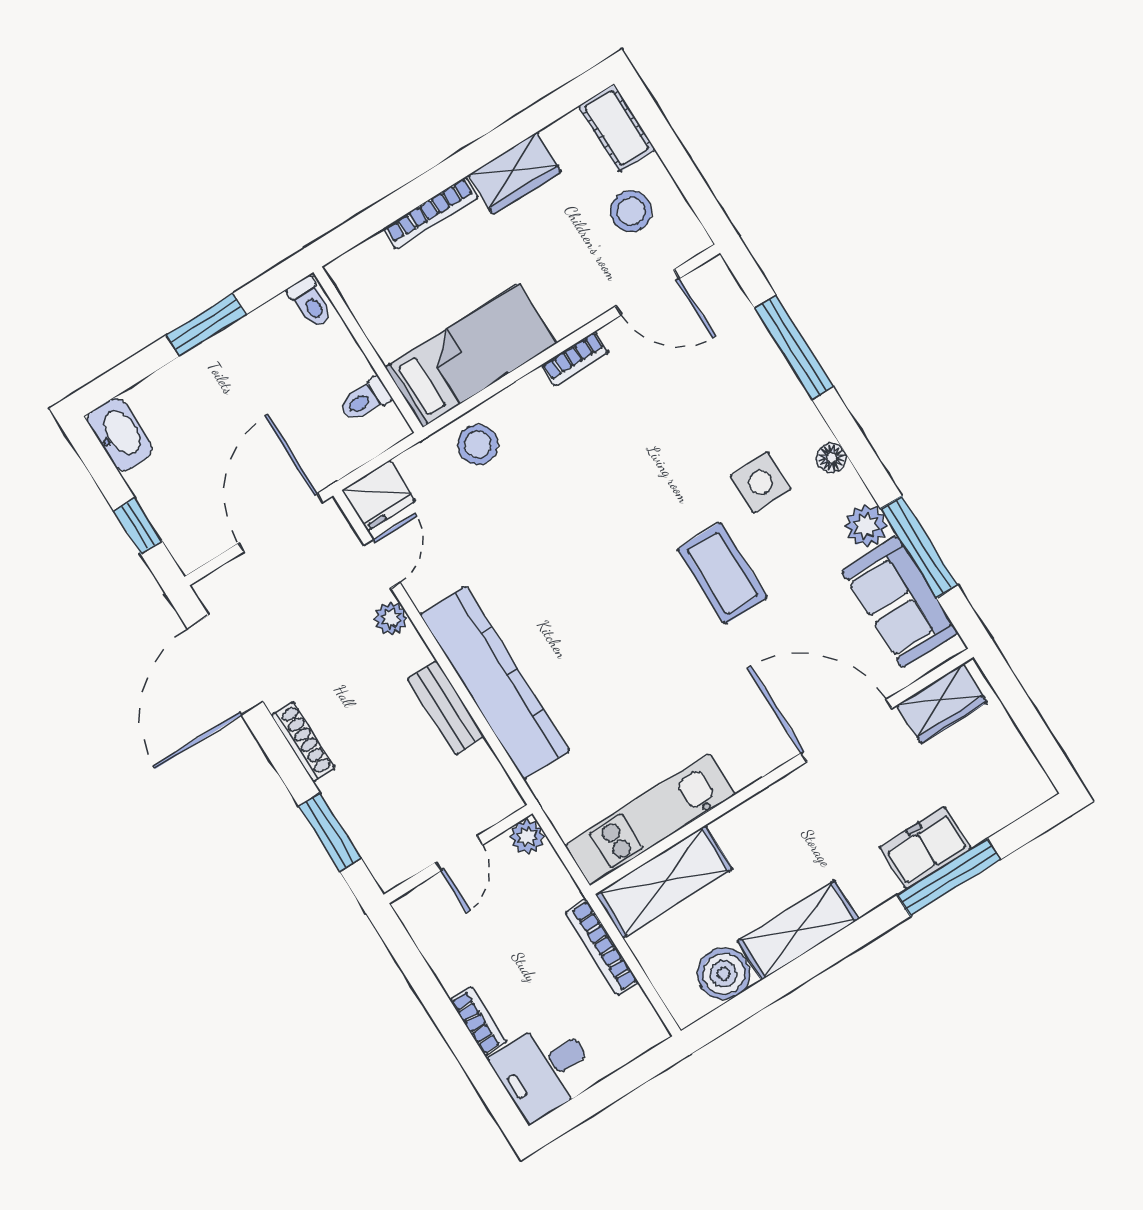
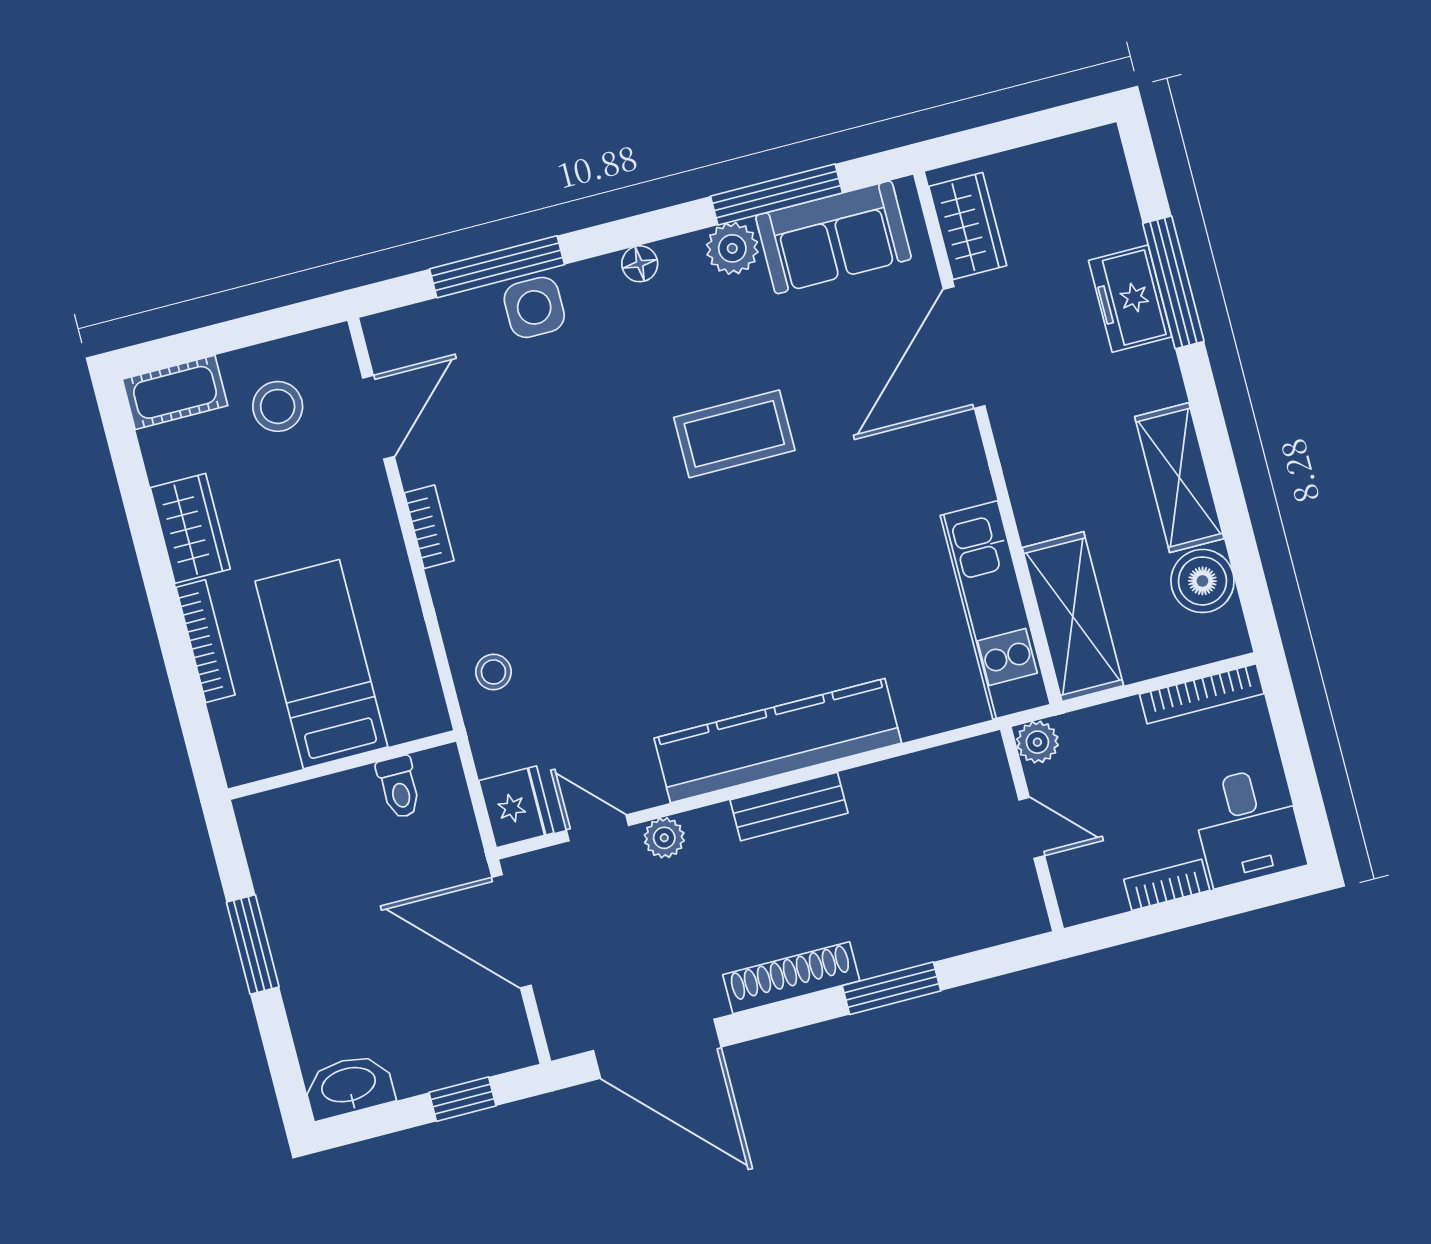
toilet: (311, 302) -> (265, 814), removed
bed: (471, 355) -> (321, 664), moved
stool: (478, 445) -> (493, 672), width x0.73, depth x0.73
side table: (760, 482) -> (534, 307), moved
shoe rack: (303, 741) -> (791, 978), width x1.36, depth x1.24
plant: (527, 837) -> (1037, 742), moved
door: (459, 853) -> (1032, 828), moved
wall: (458, 854) -> (1032, 829), moved
bookcase: (602, 947) -> (1202, 694), moved

